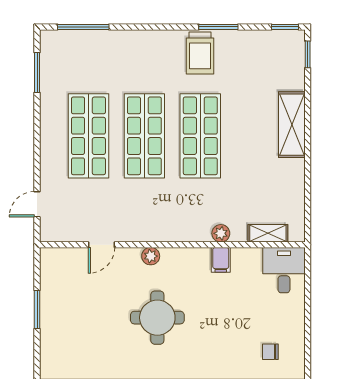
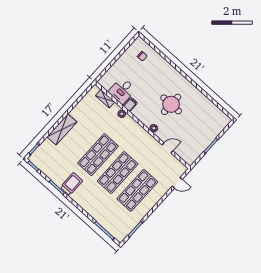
desk: (284, 270) -> (122, 91), moved

